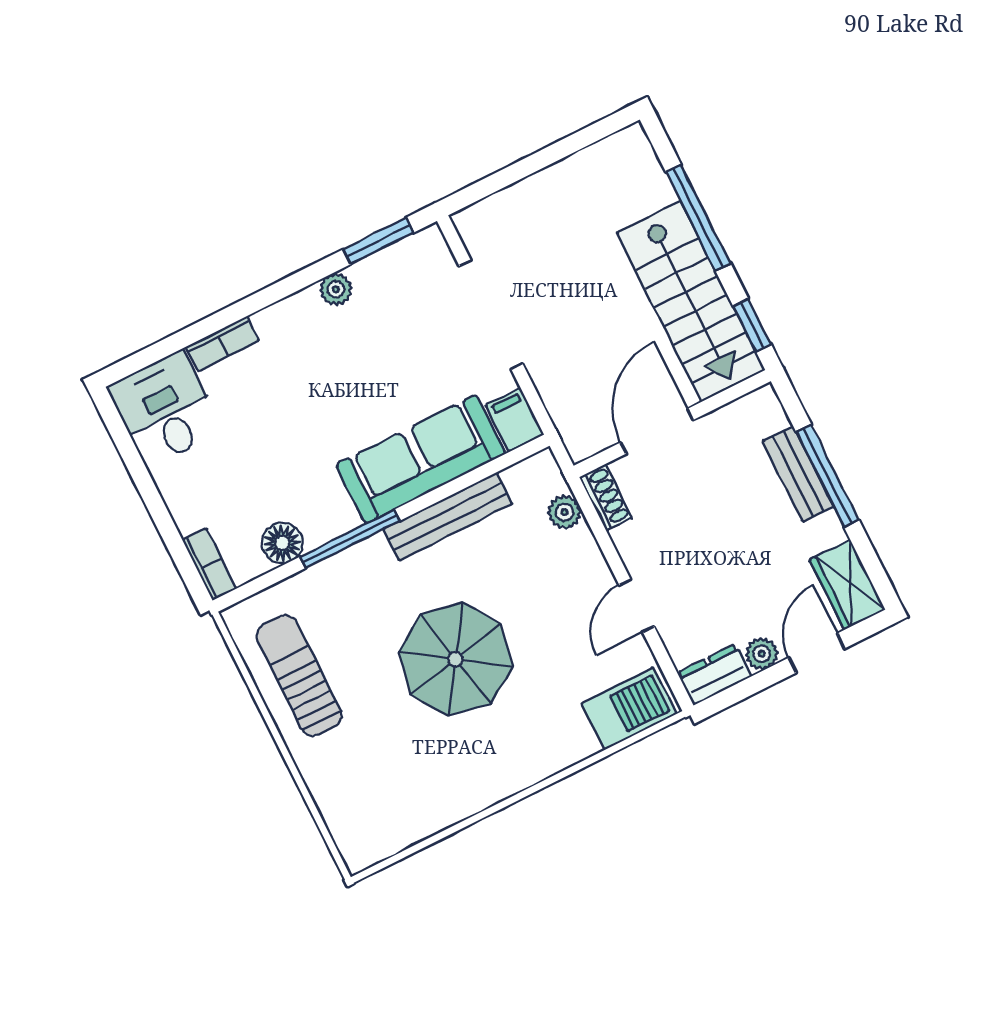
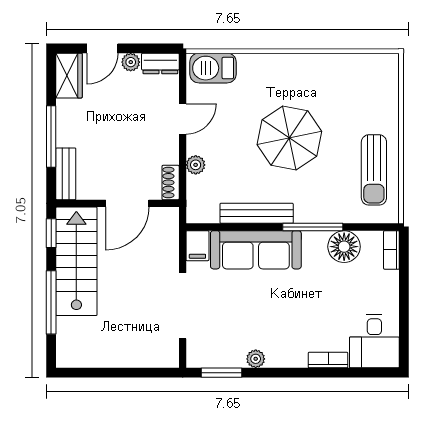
bench: (798, 474) -> (66, 174), moved
plant: (564, 512) -> (196, 165), moved
floor lamp: (282, 543) -> (344, 247), width x1.38, depth x1.38

